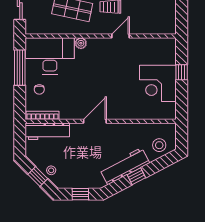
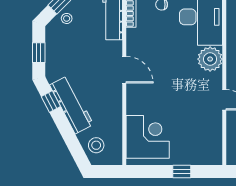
plant: (81, 43) -> (210, 59), width x1.88, depth x1.88
corner desk: (158, 83) -> (148, 137), moved, turned 90
window: (136, 176) -> (51, 101), moved

